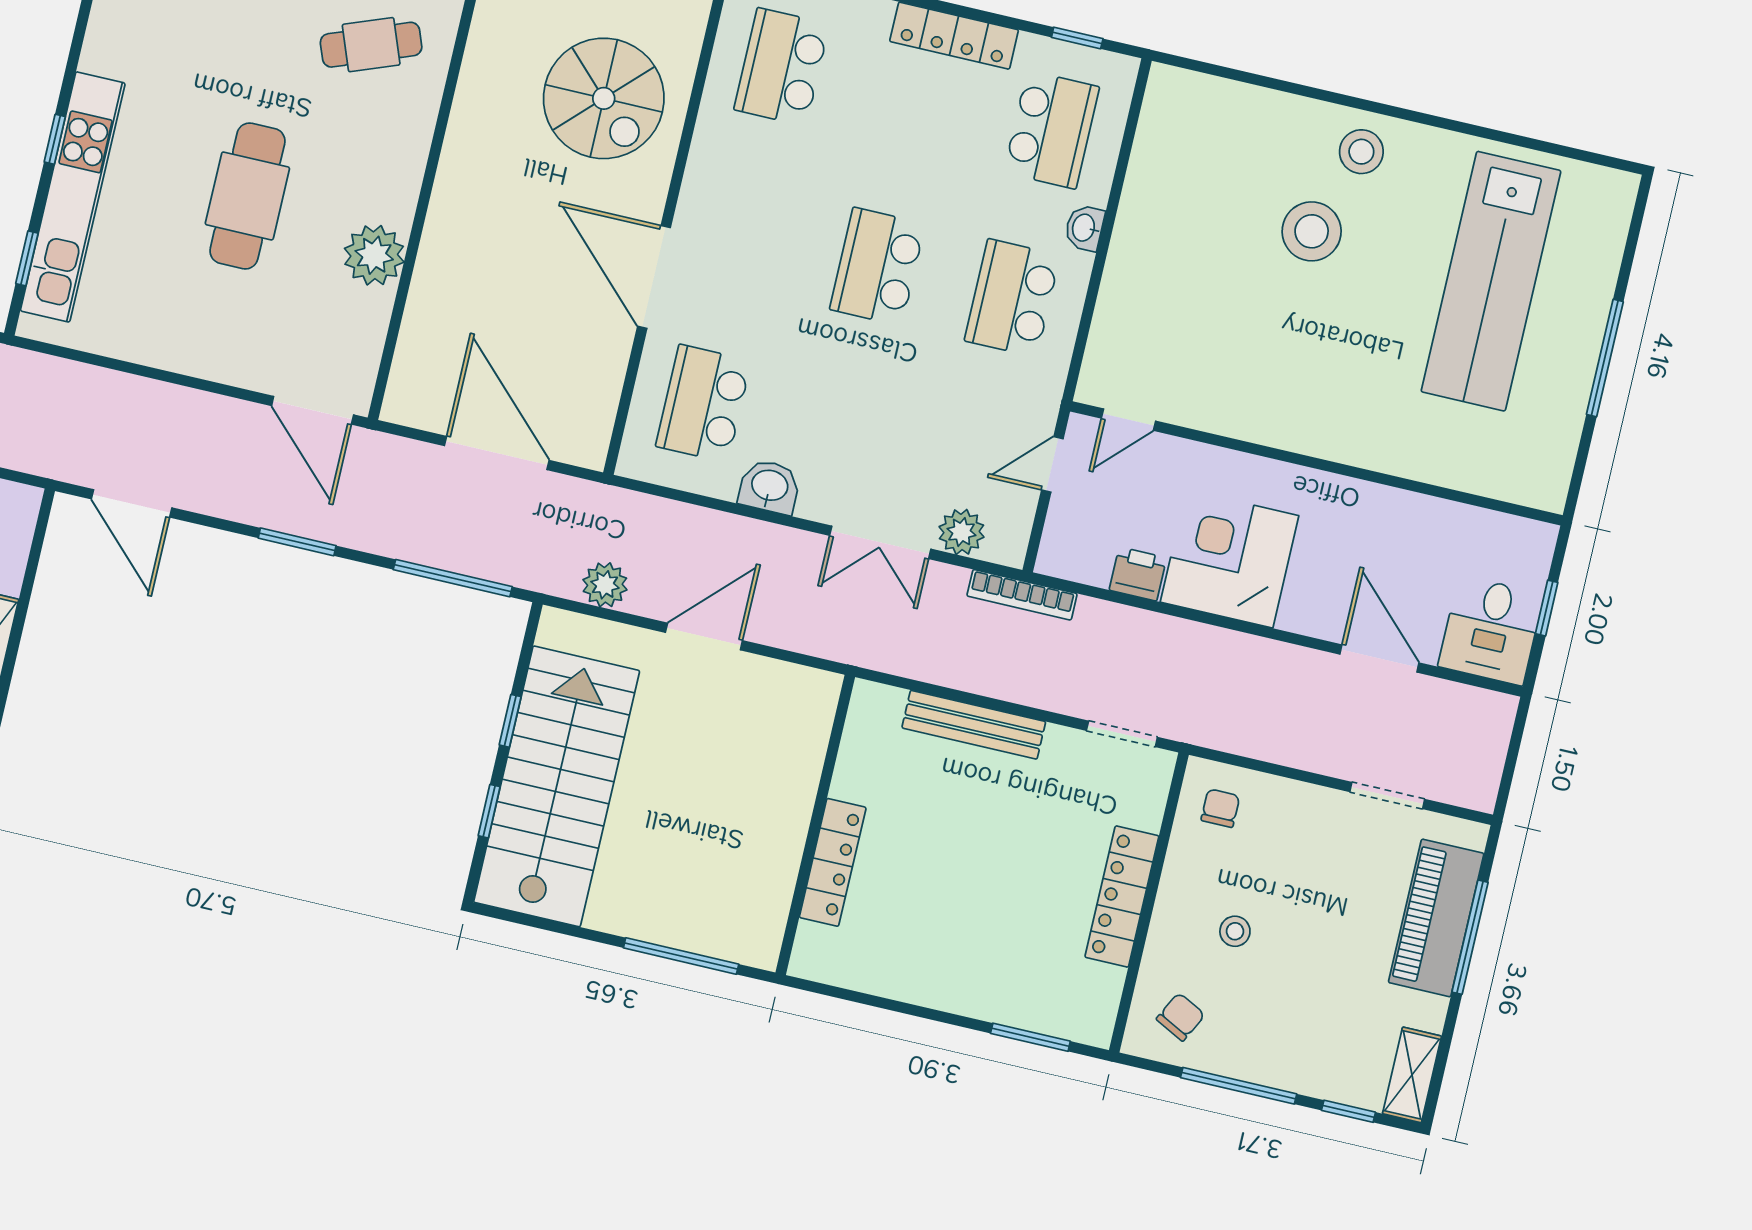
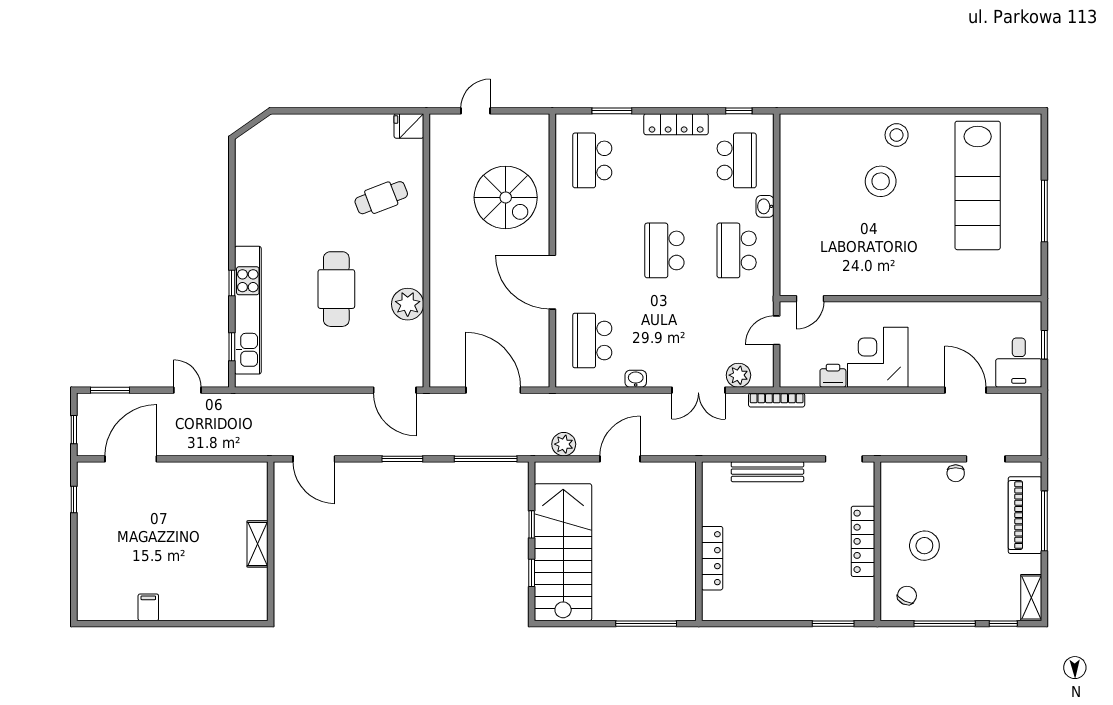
washbasin: (769, 487) -> (636, 379), width x0.72, depth x0.69
chair: (1220, 808) -> (956, 473), moved, turned 180
stool: (1235, 931) -> (924, 546), width x1.89, depth x1.89

